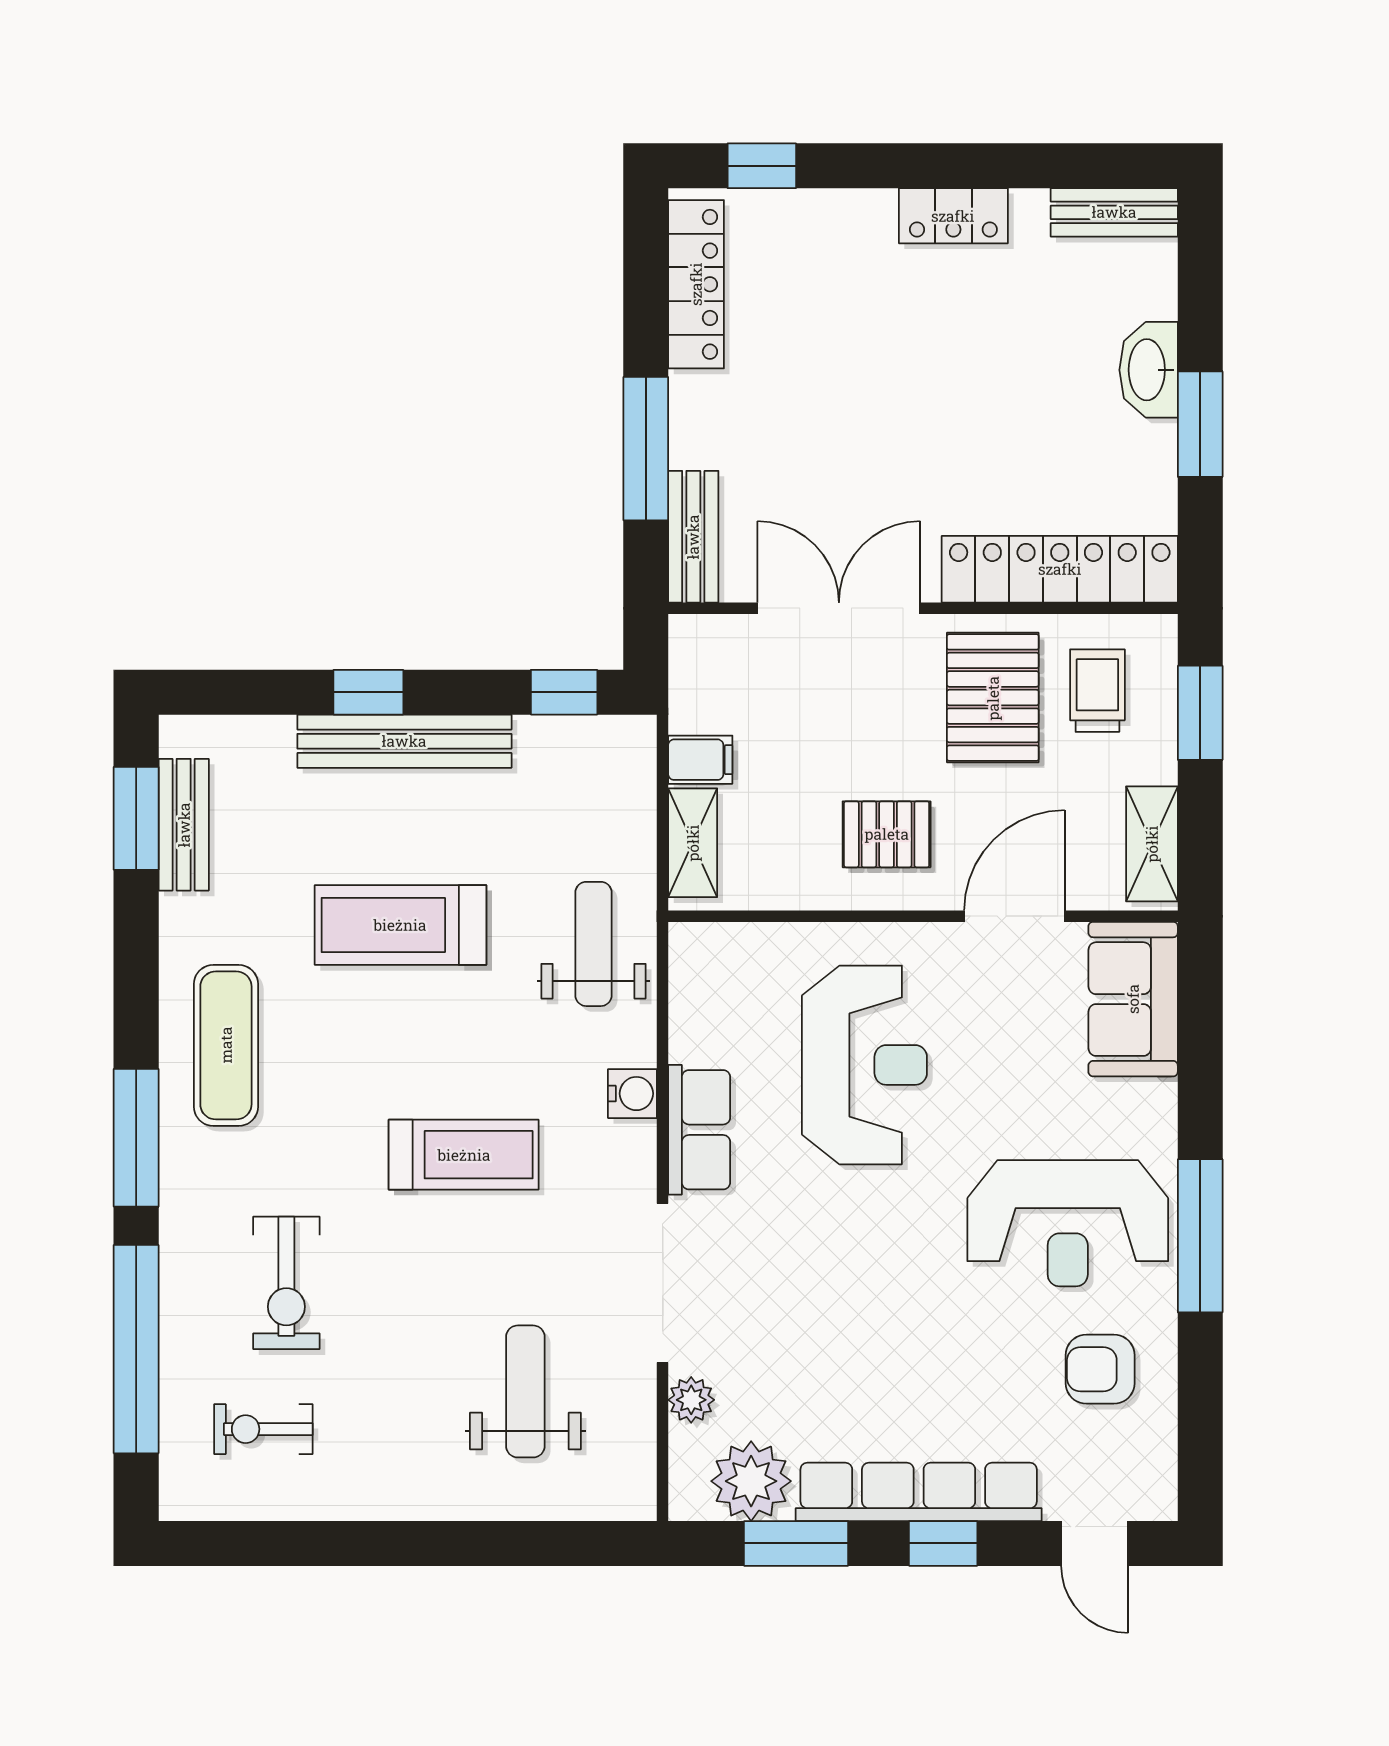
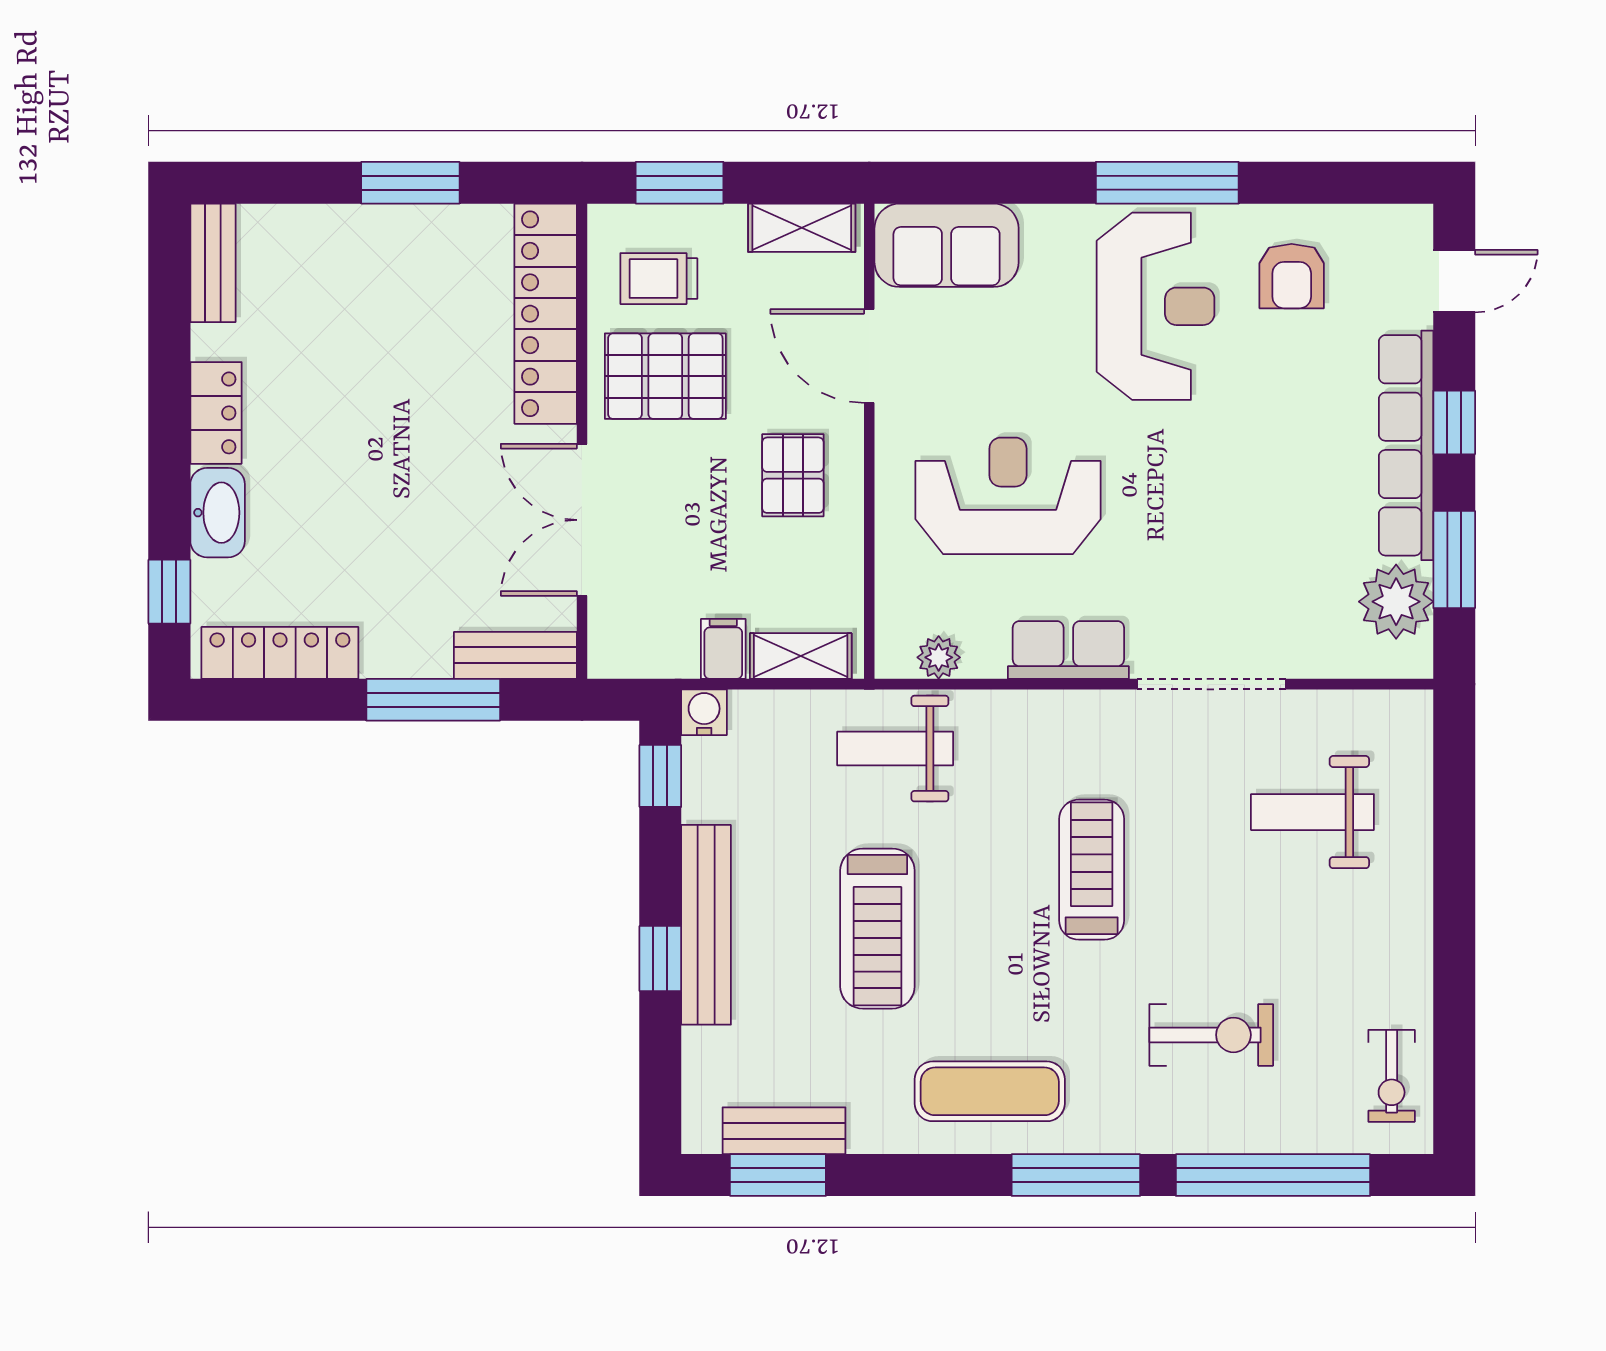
washbasin: (1149, 370) -> (218, 513), moved, turned -90
water cooler: (632, 1094) -> (704, 712), moved
plant: (691, 1400) -> (939, 657), moved
exercise bike: (263, 1429) -> (1392, 1076), moved

